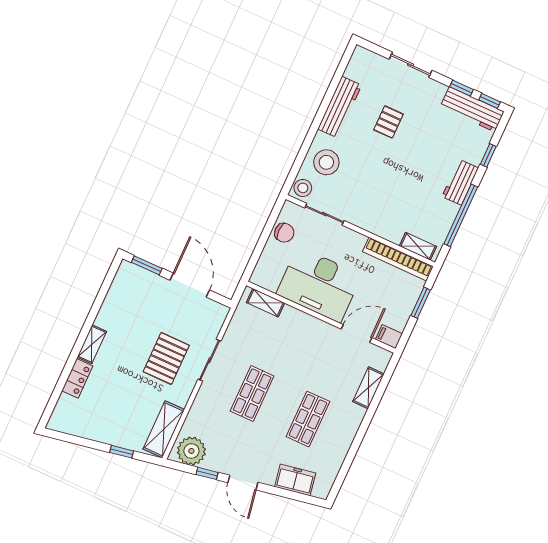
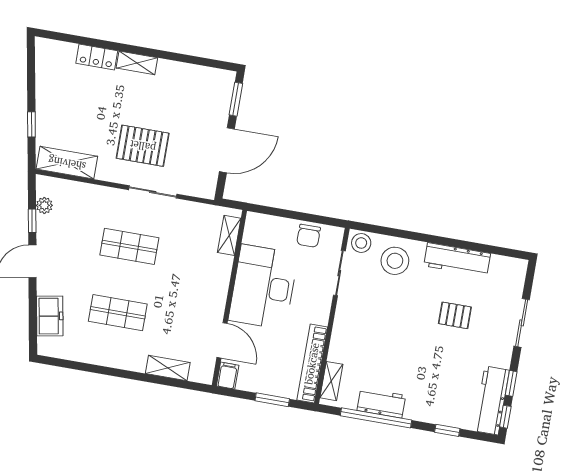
workbench: (460, 182) -> (381, 403), moved
plant: (191, 451) -> (44, 205), width x0.53, depth x0.53

